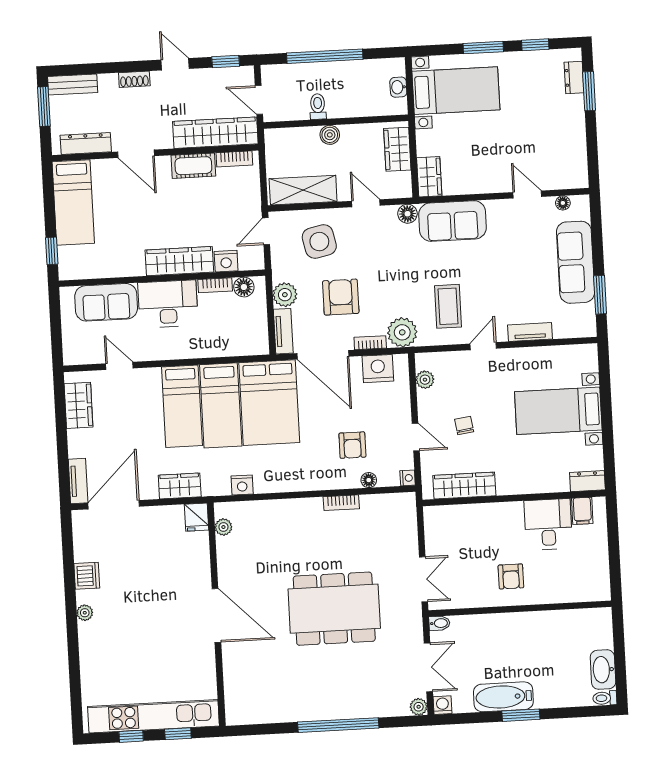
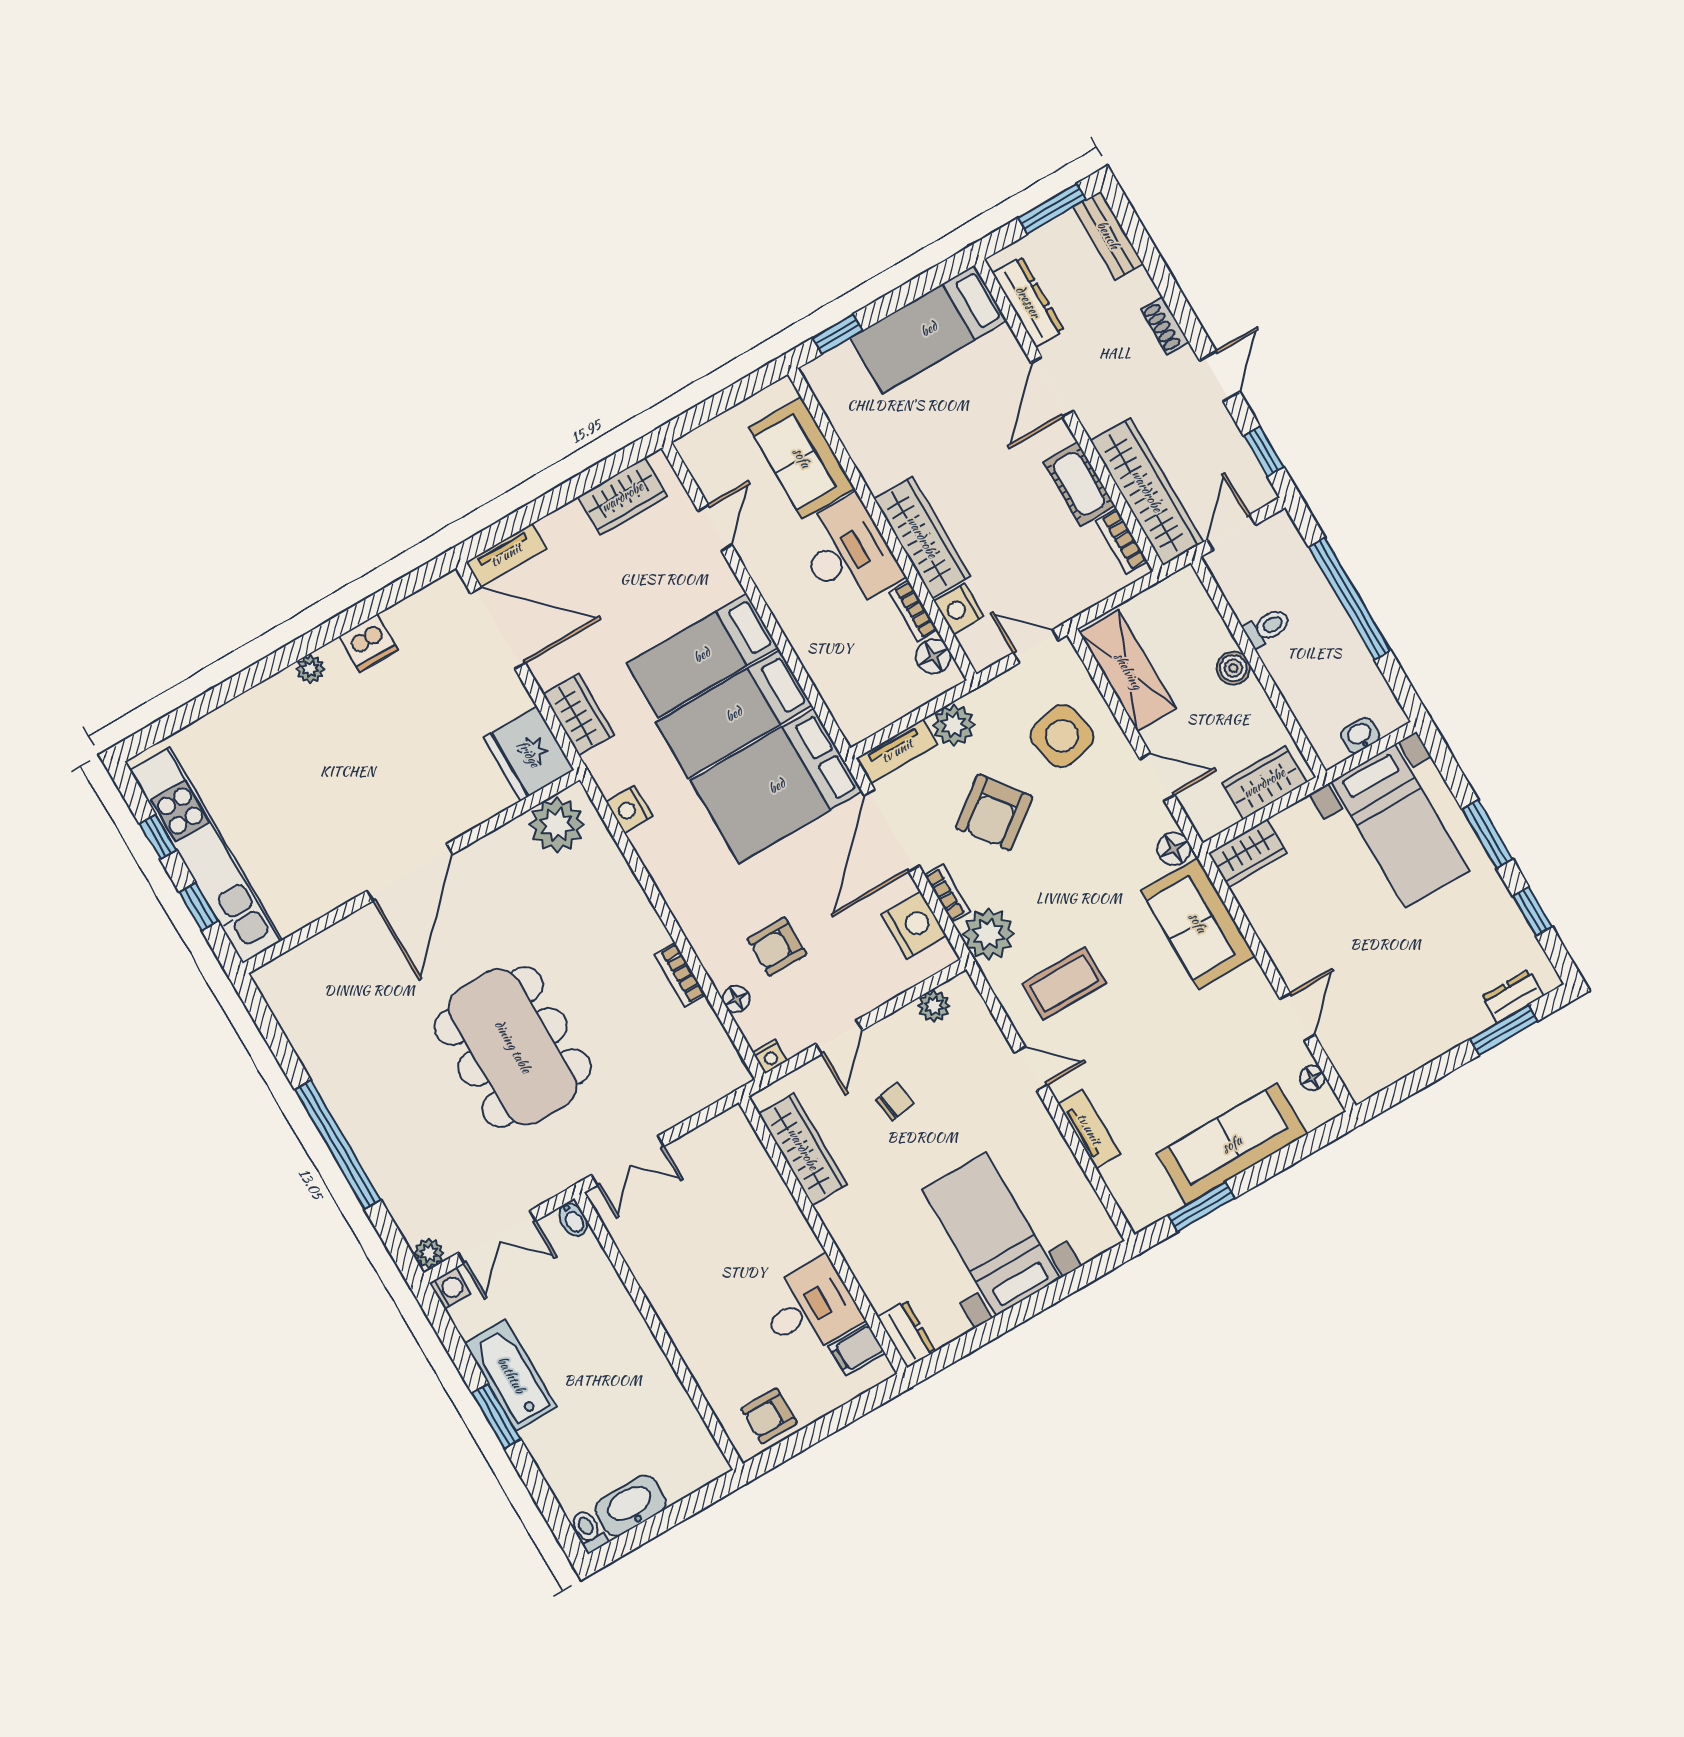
door: (366, 203) -> (1157, 777), hinge flipped
armchair: (341, 297) -> (994, 812), turned 143
fridge: (197, 517) -> (529, 754), width x1.88, depth x1.34
plant: (223, 527) -> (557, 825), width x1.88, depth x1.88
armchair: (511, 576) -> (769, 1416), moved

